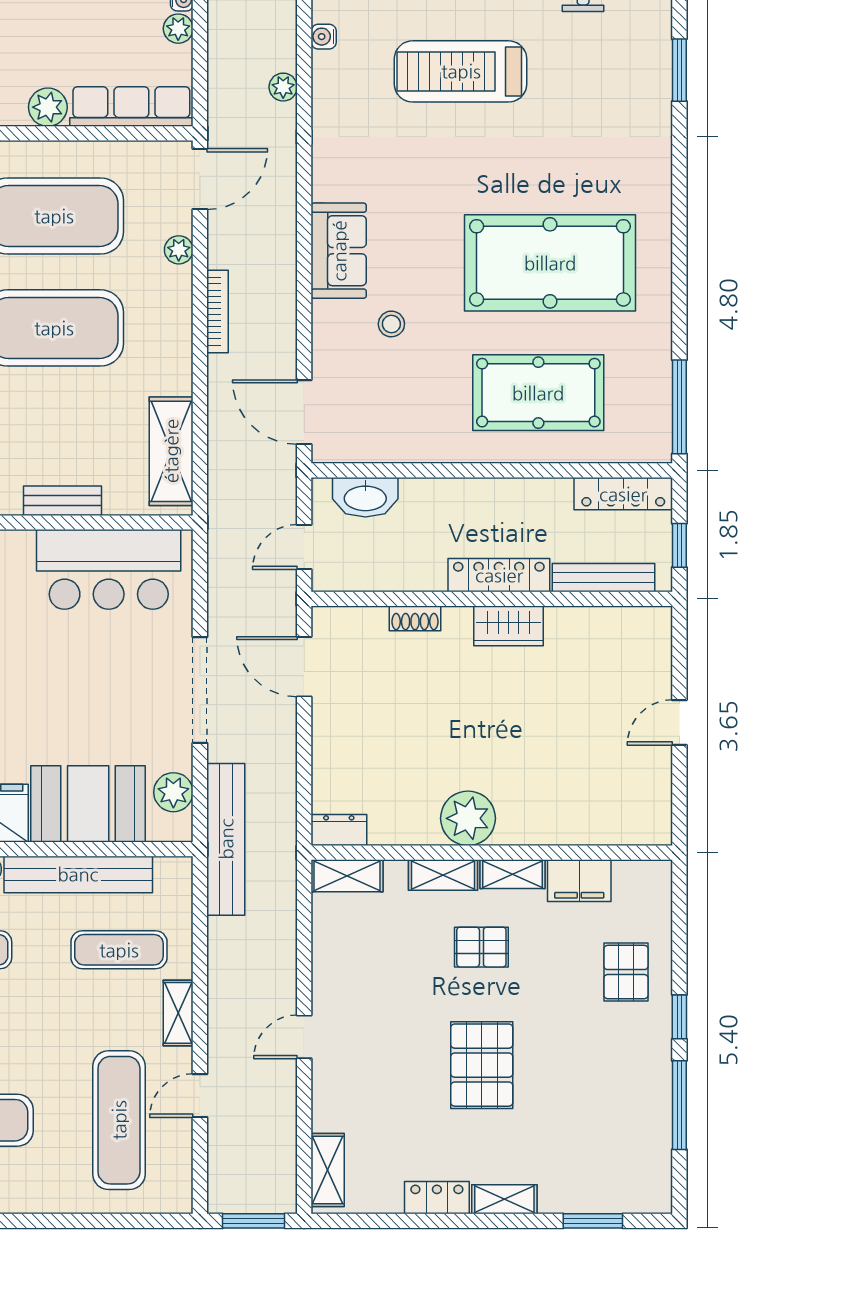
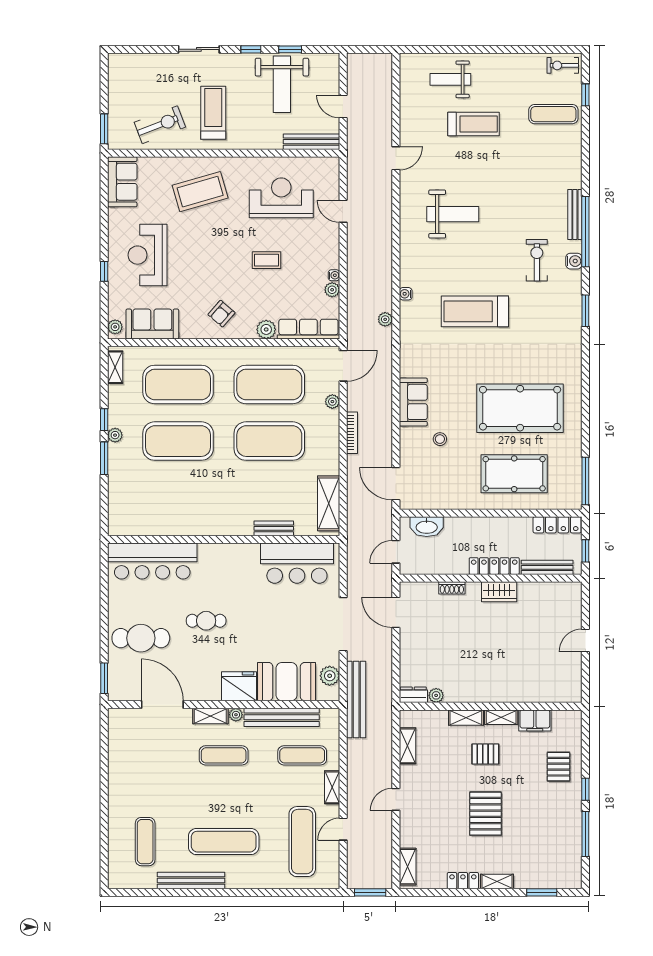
plant: (468, 818) -> (436, 695), moved, width x0.53, depth x0.53
shelving: (347, 876) -> (407, 746), moved, turned 90

